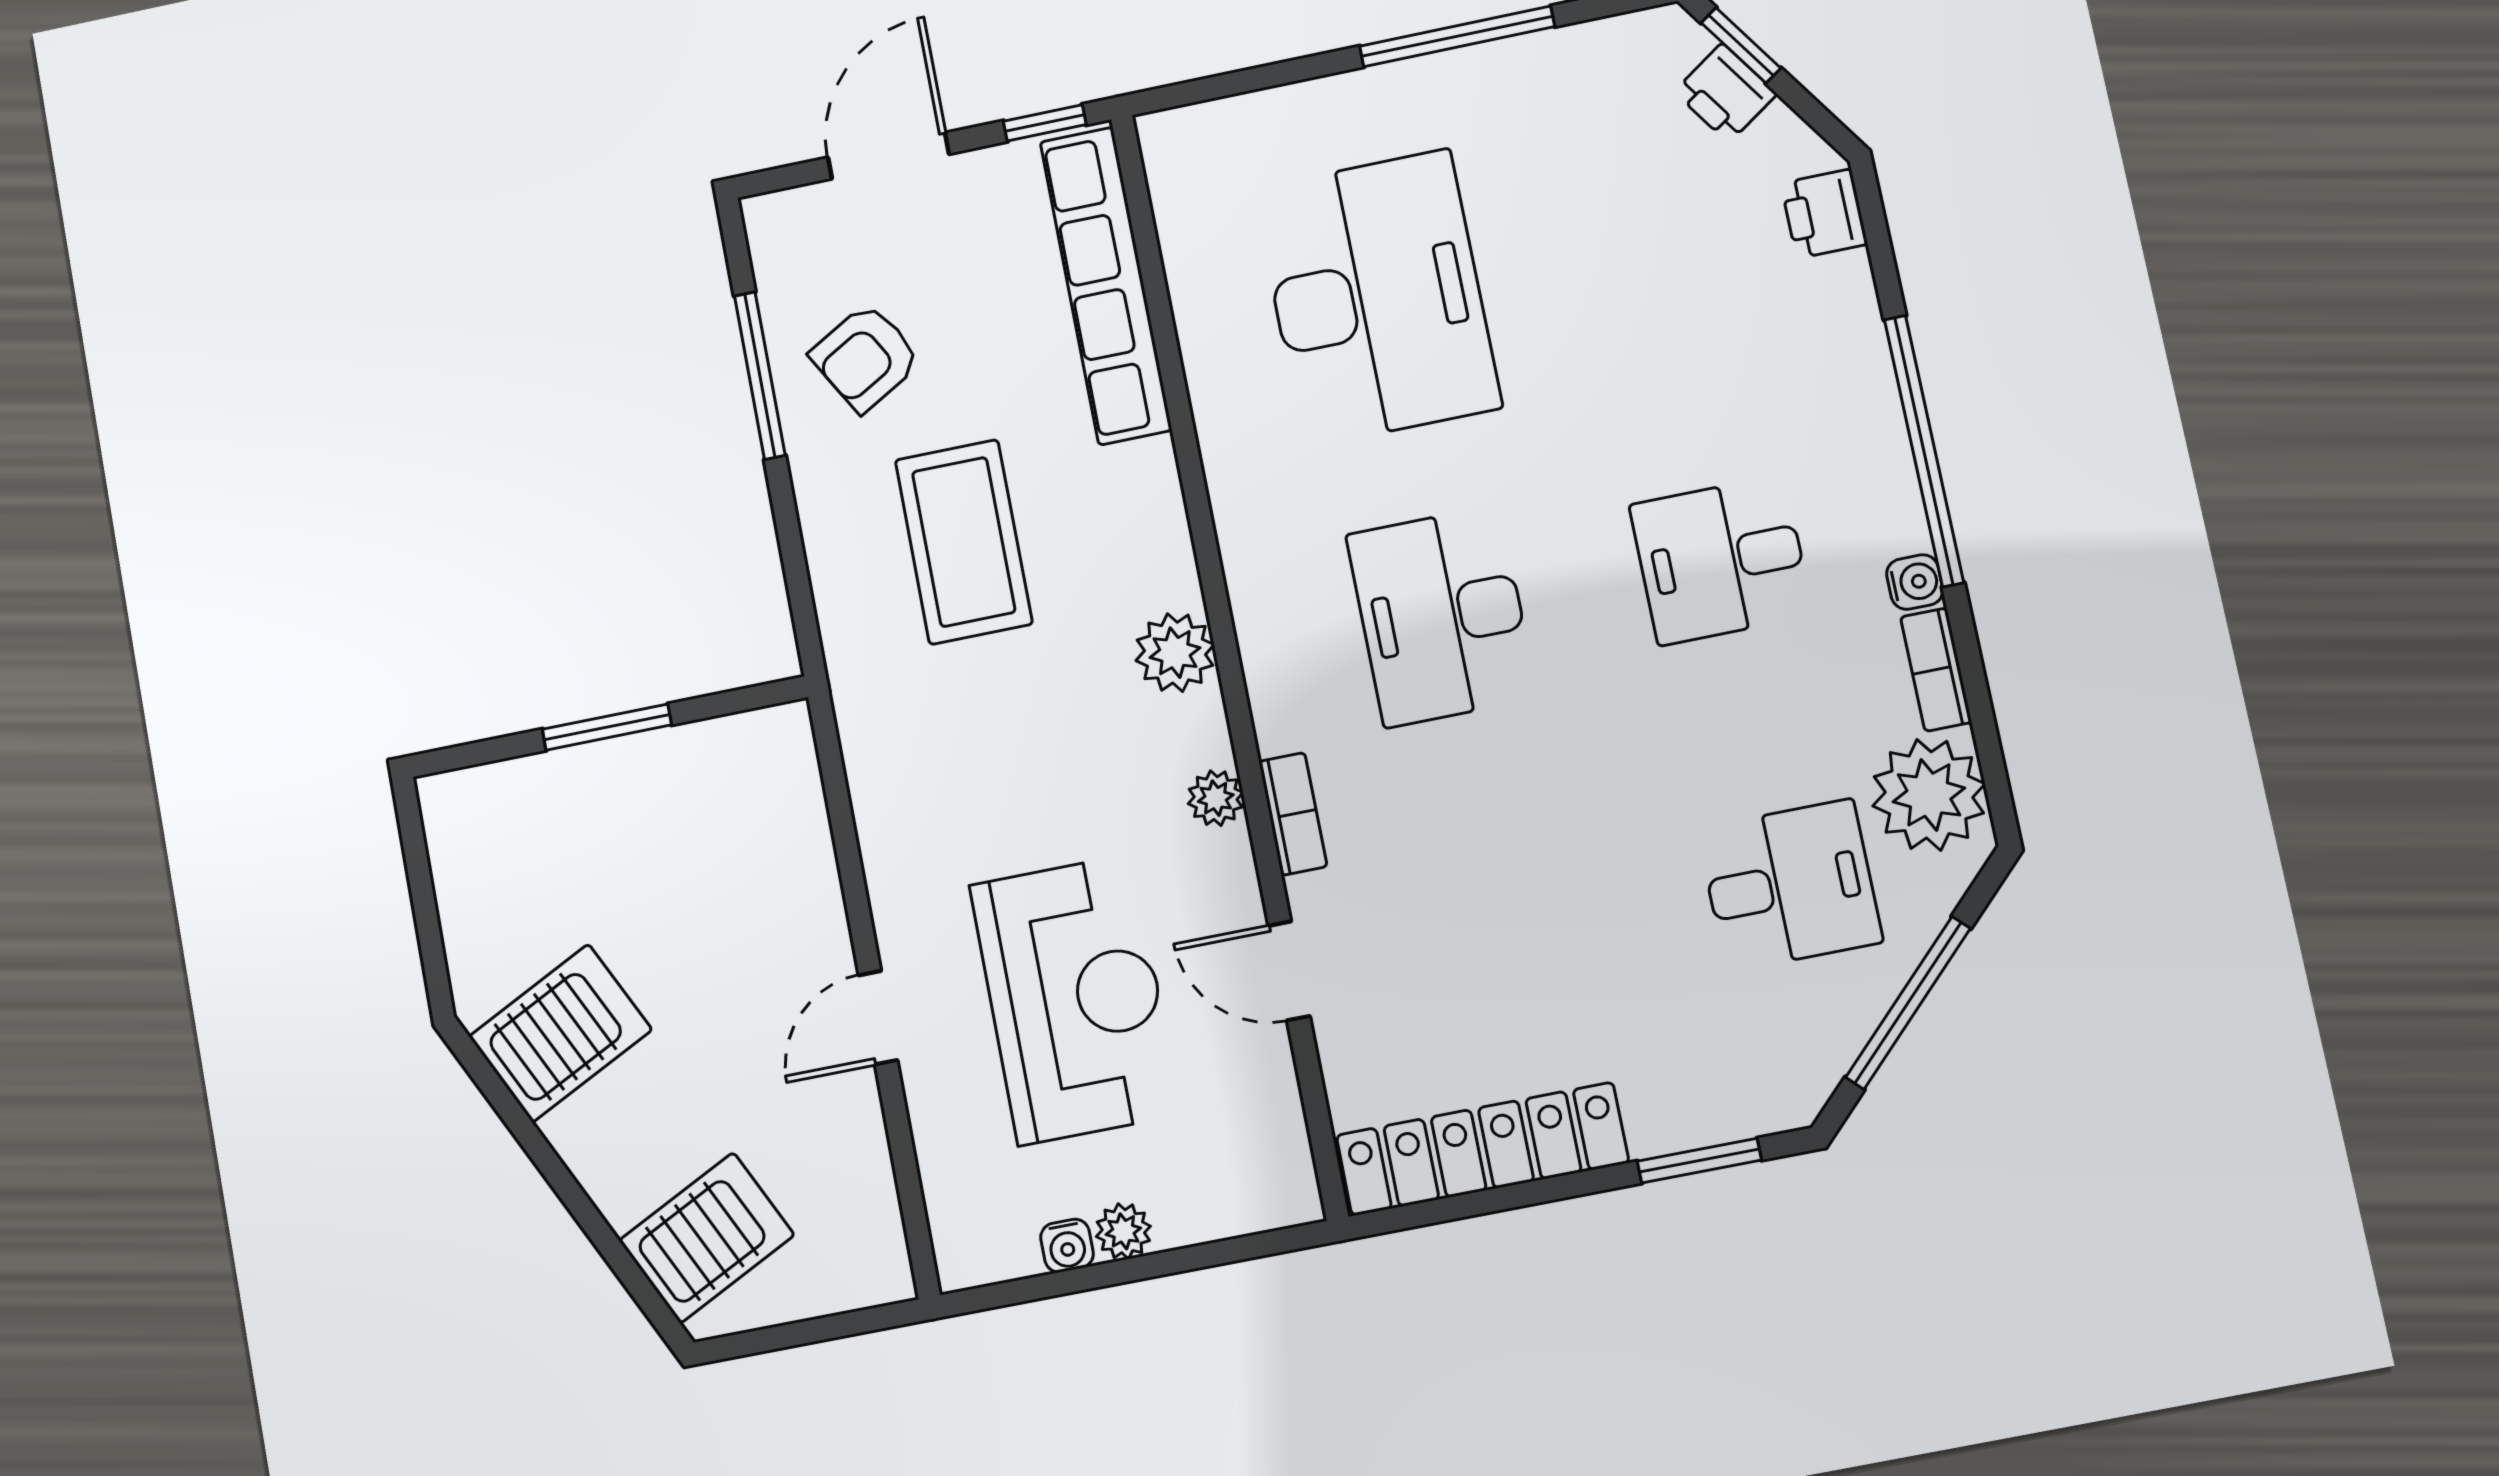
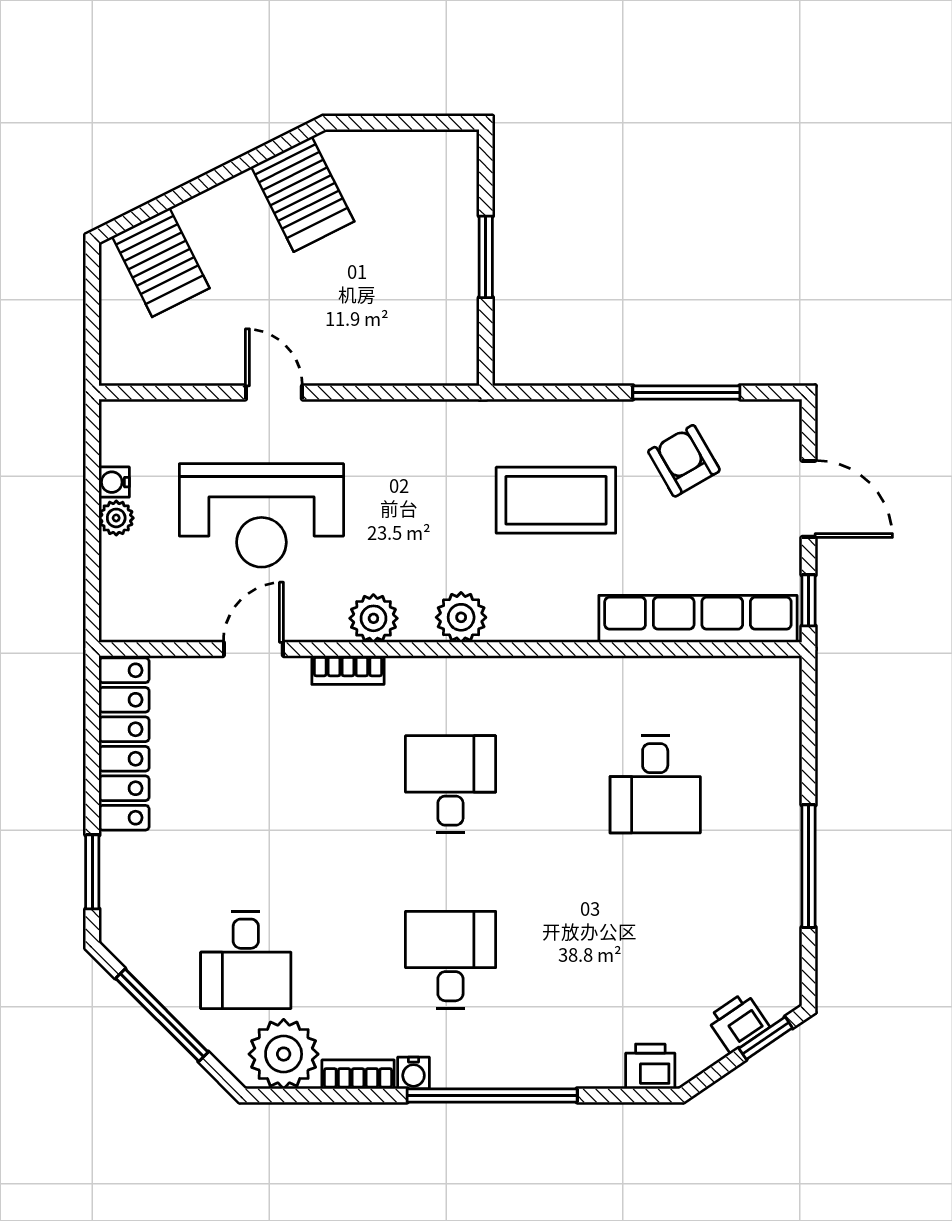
desk: (1377, 298) -> (655, 784), width x0.53, depth x0.77
desk: (1442, 616) -> (450, 784), width x0.73
plant: (1216, 798) -> (373, 618), width x1.38, depth x1.38

